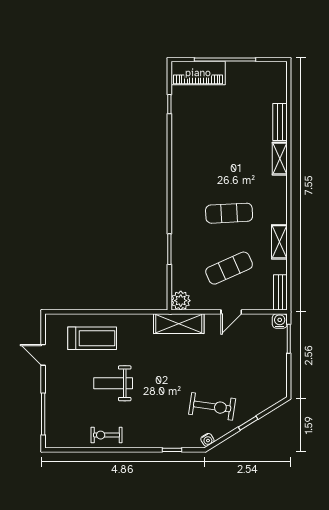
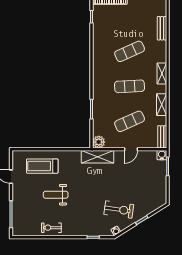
exercise mat: (229, 158) -> (130, 51), added
shelving: (280, 159) -> (162, 73), moved
treadmill: (92, 338) -> (42, 166), turned 180

